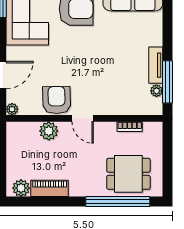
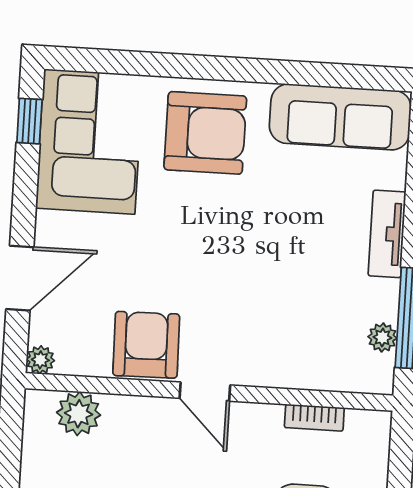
tv unit: (156, 65) -> (387, 234), moved
plant: (49, 131) -> (79, 414), moved

